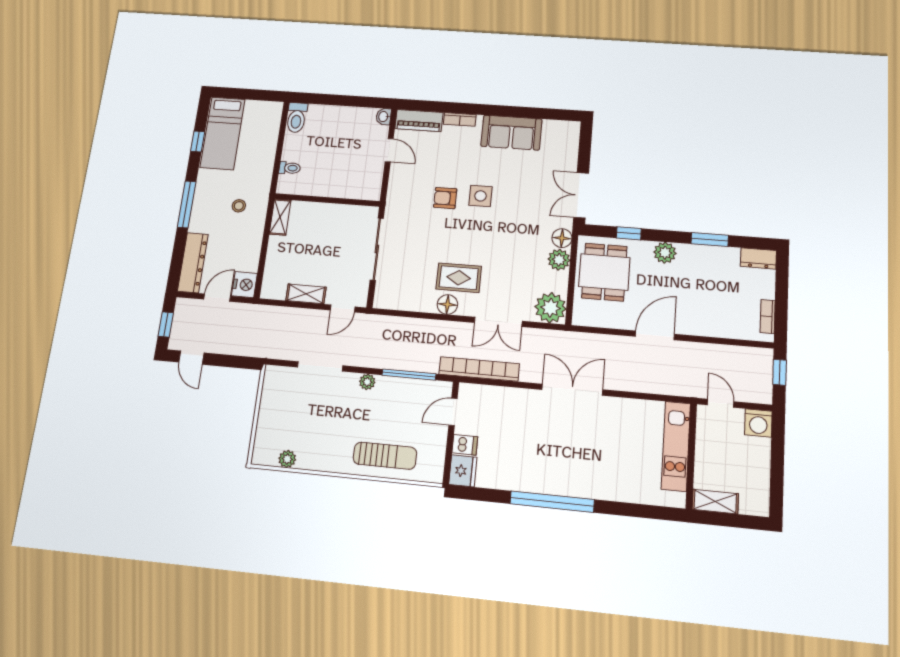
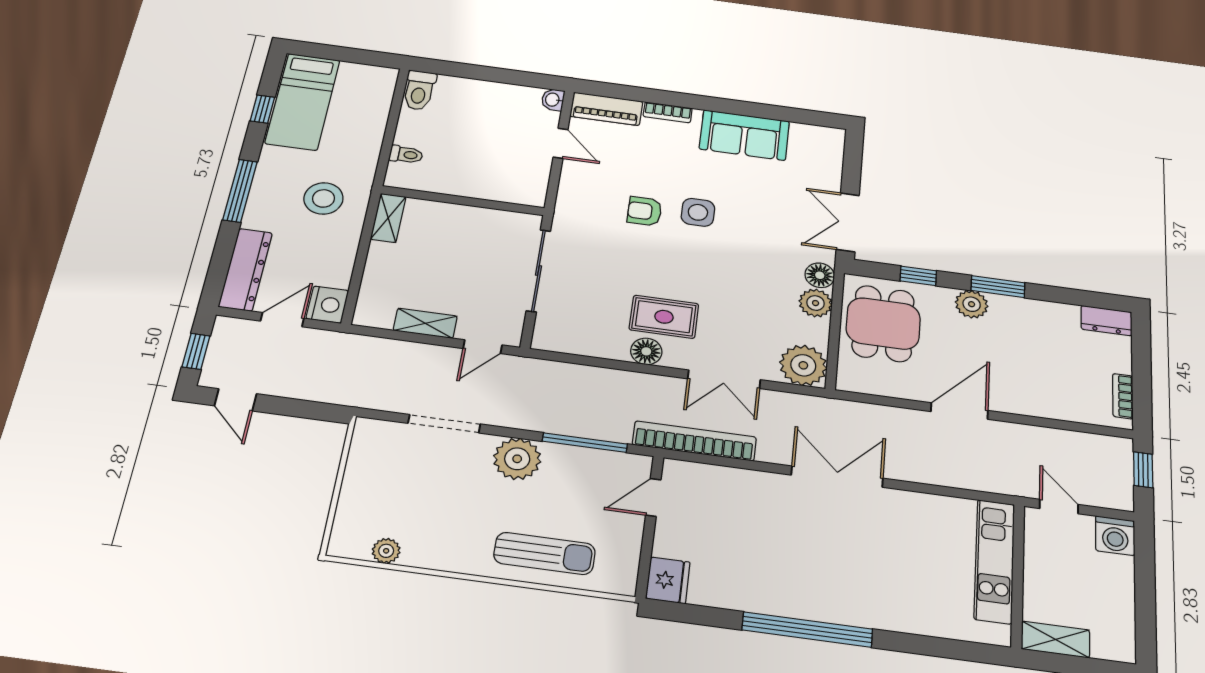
stool: (239, 206) -> (323, 198), width x1.89, depth x1.89
window: (710, 239) -> (998, 287), moved
plant: (367, 382) -> (517, 459), width x1.87, depth x1.87
dishwasher: (465, 445) -> (671, 544), removed

